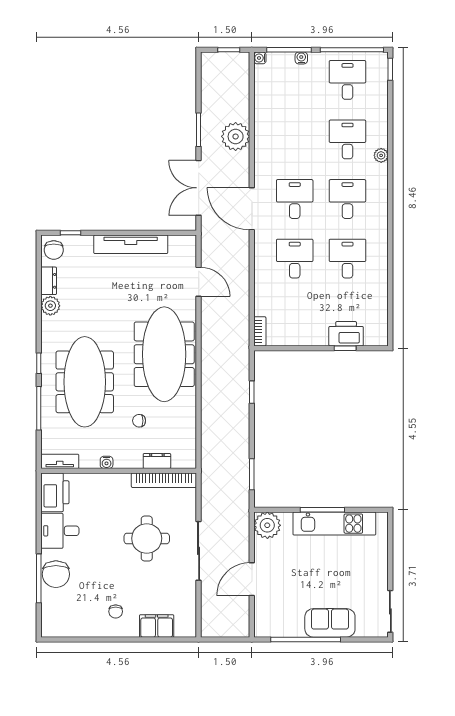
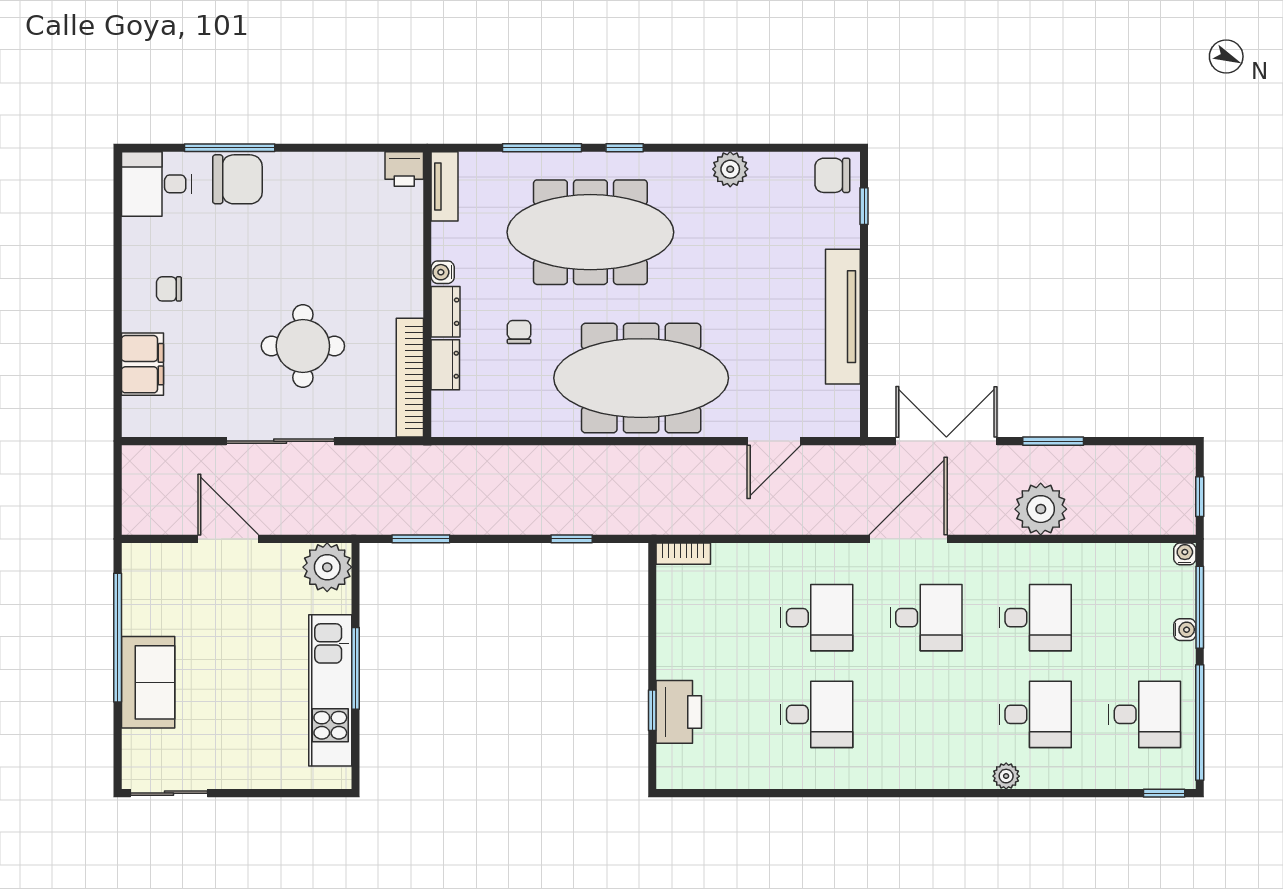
desk: (347, 199) -> (1035, 618), moved
dresser: (49, 281) -> (445, 312), moved, turned -90
printer: (55, 492) -> (404, 169), width x0.53, depth x0.68
desk: (60, 531) -> (156, 184), moved, turned -90
chair: (56, 574) -> (237, 179), turned 180

